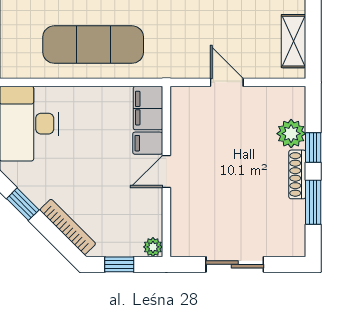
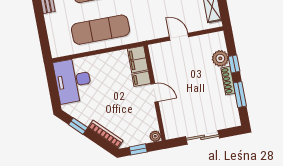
door: (166, 172) -> (155, 93), swing flipped

